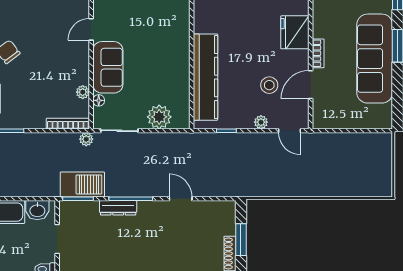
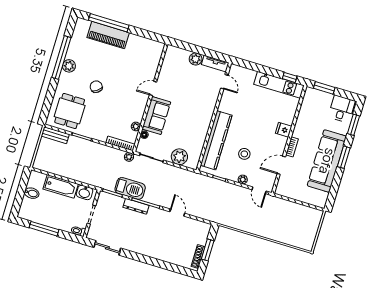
fridge: (295, 32) -> (284, 130), width x0.53, depth x0.75
stool: (269, 85) -> (244, 154), moved
barbecue: (82, 184) -> (130, 188), moved

